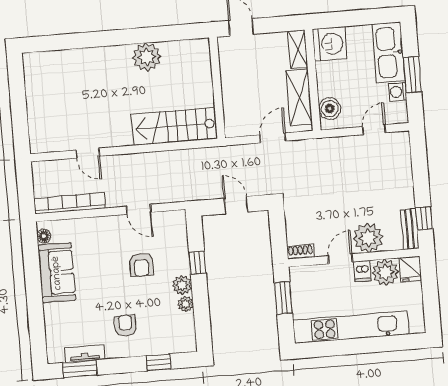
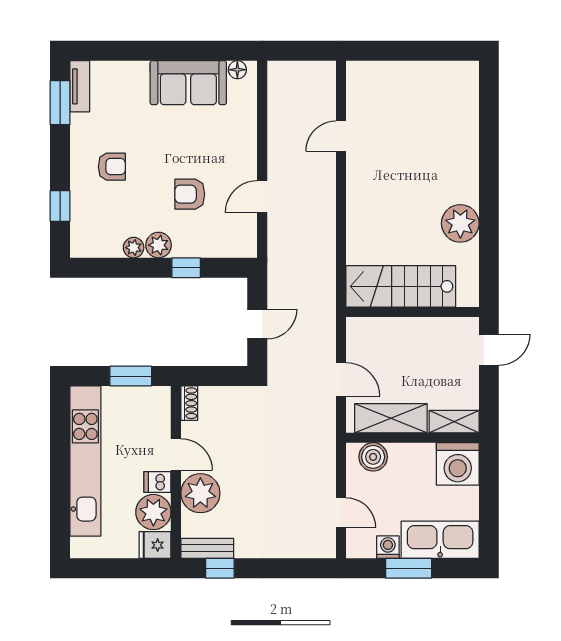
stairs: (174, 126) -> (401, 286), moved, turned -90
bookcase: (69, 203) -> (278, 107), removed
tv unit: (85, 353) -> (80, 86), moved

